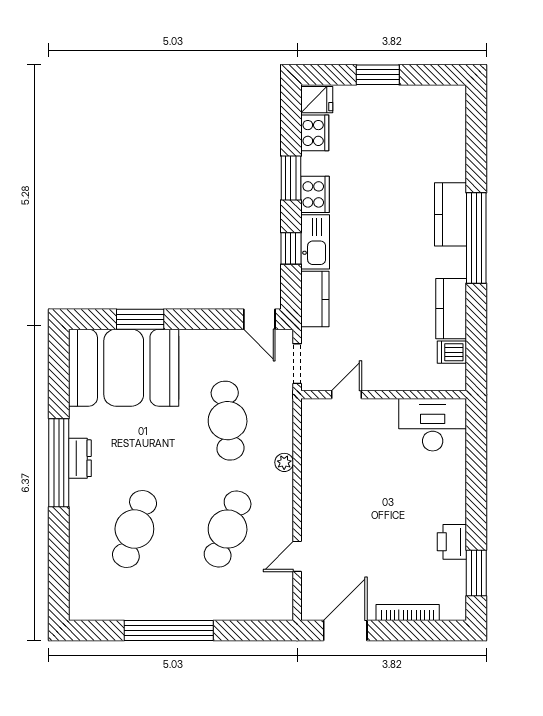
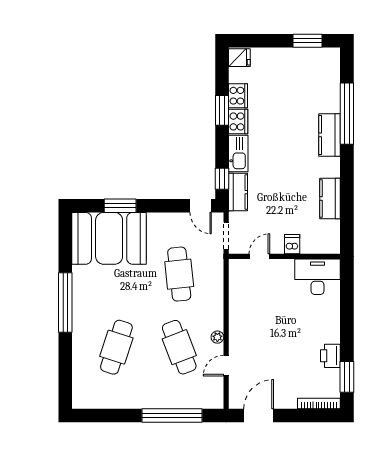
window: (378, 75) -> (307, 41), moved
cooker: (315, 133) -> (238, 96), moved
window: (476, 238) -> (347, 114), moved
window: (291, 248) -> (222, 179), moved
dishwasher: (452, 352) -> (292, 244), moved, turned 90
dresser: (80, 458) -> (80, 299), removed
plant: (284, 462) -> (217, 337), moved
cafe table: (228, 529) -> (179, 347), turned -42
bookcase: (408, 612) -> (319, 403), moved
window: (169, 630) -> (172, 416), moved

